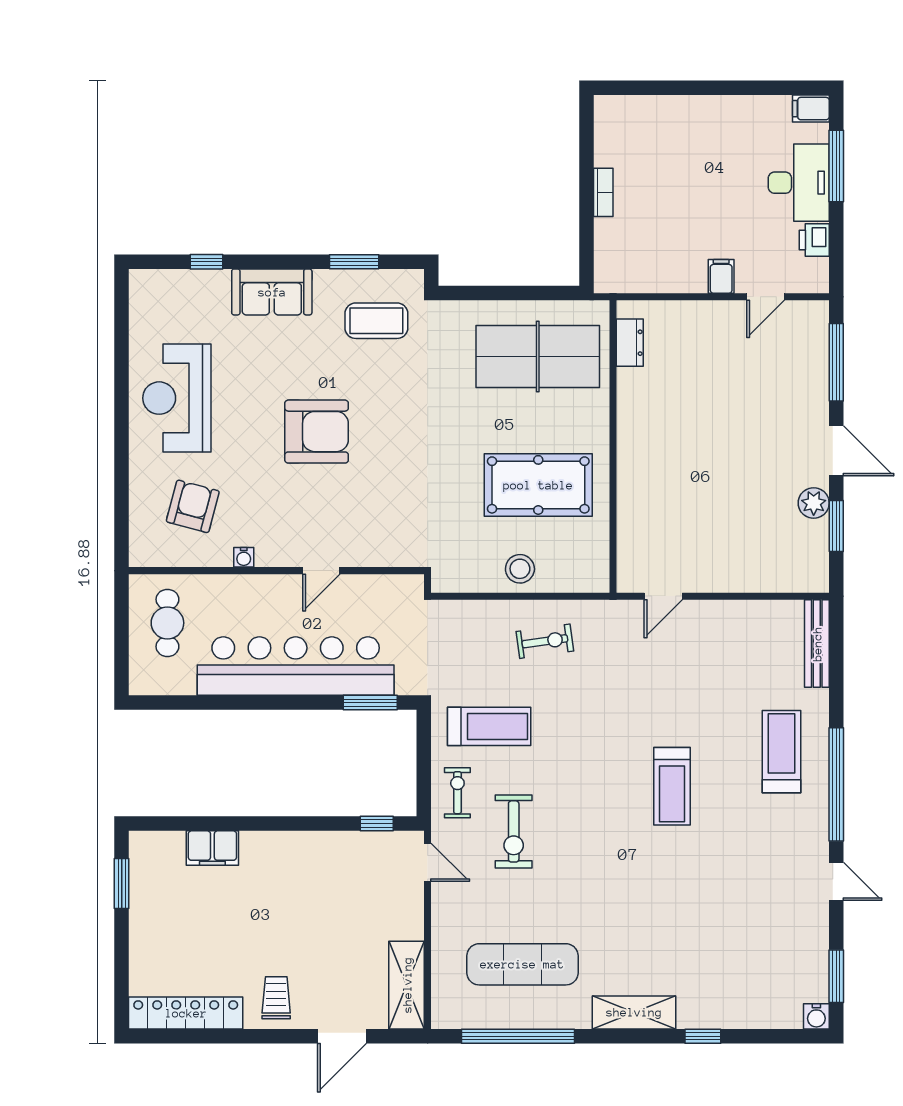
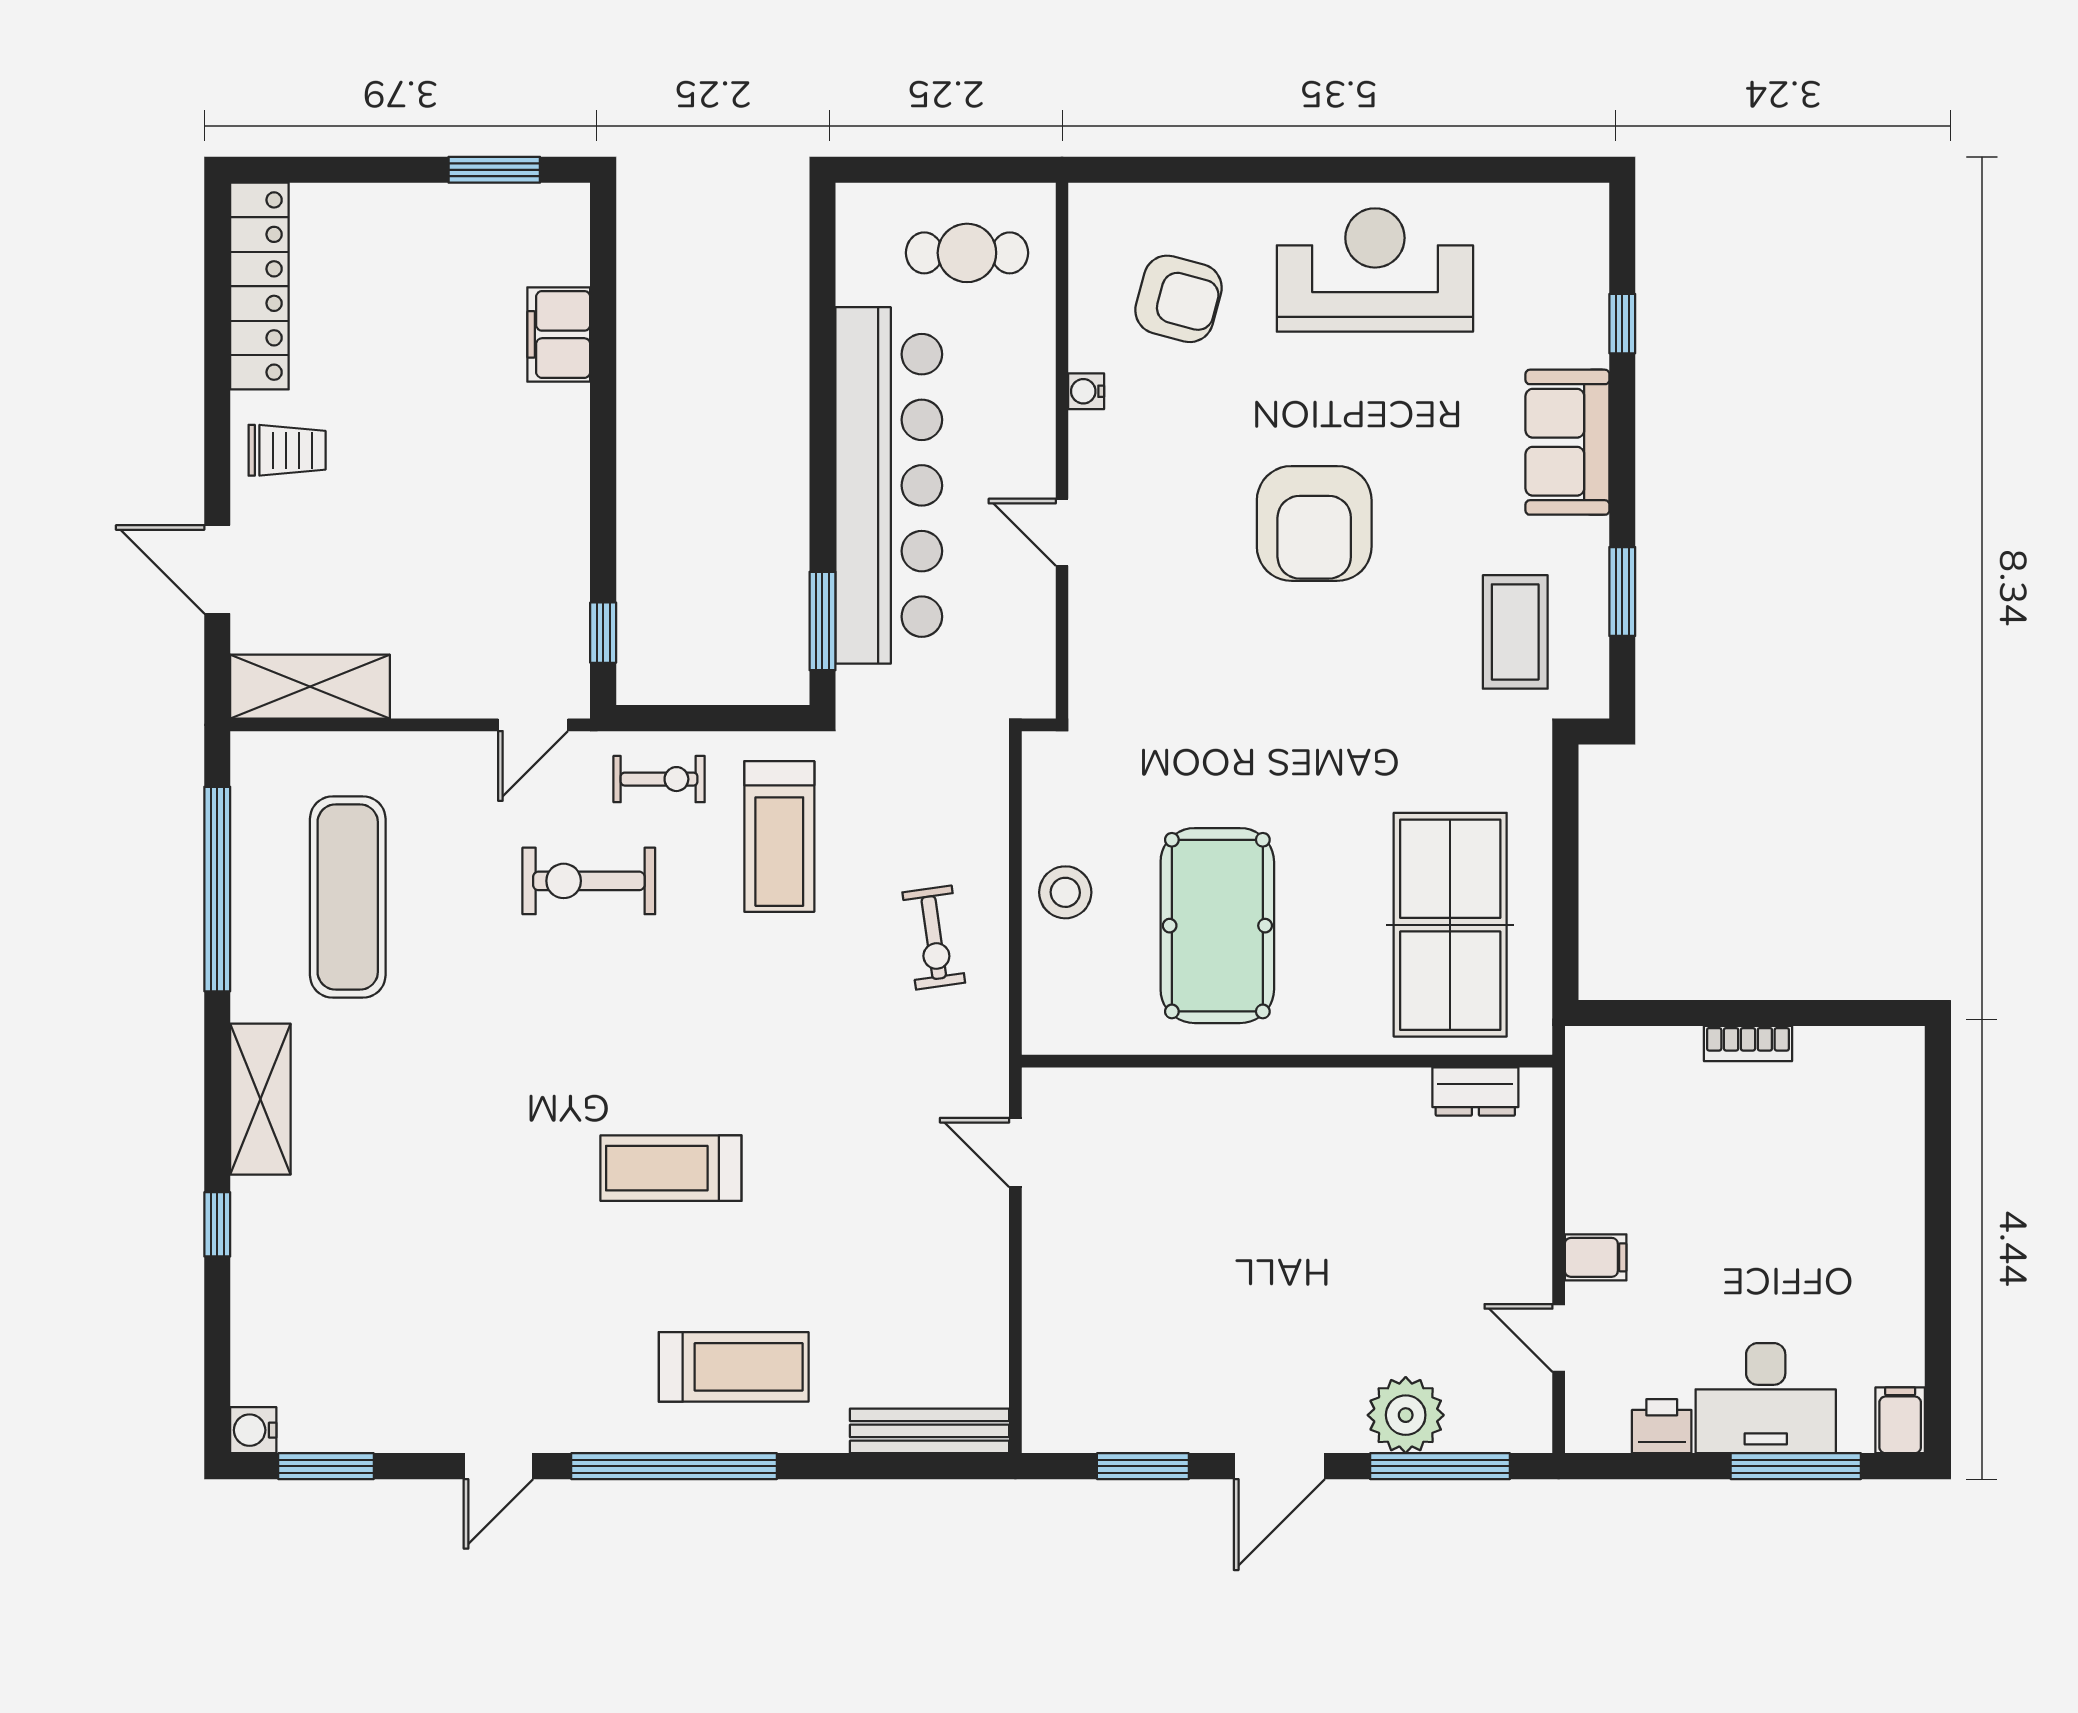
plant: (814, 503) -> (1406, 1415), moved, width x1.36, depth x1.36

